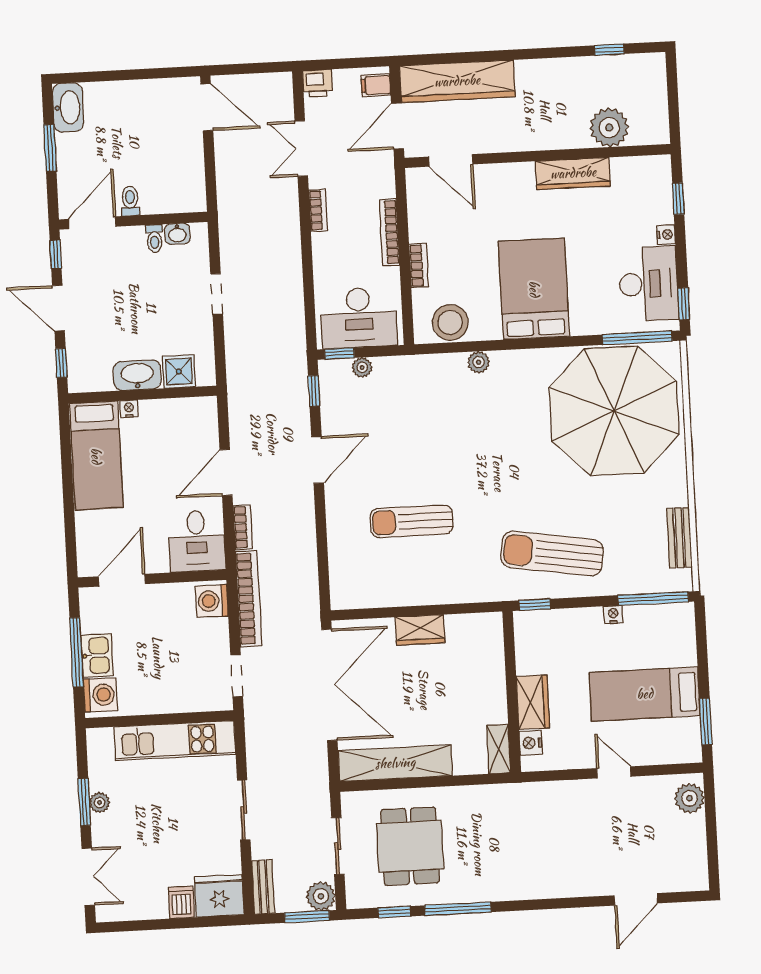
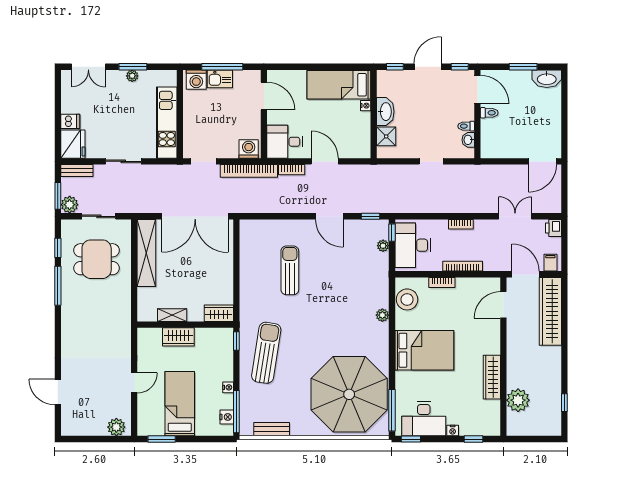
bookcase: (318, 210) -> (461, 224), moved
wardrobe: (420, 630) -> (219, 313), moved, turned 90
nightstand: (531, 743) -> (227, 417), moved, turned 90
shelving: (499, 749) -> (172, 315), moved

